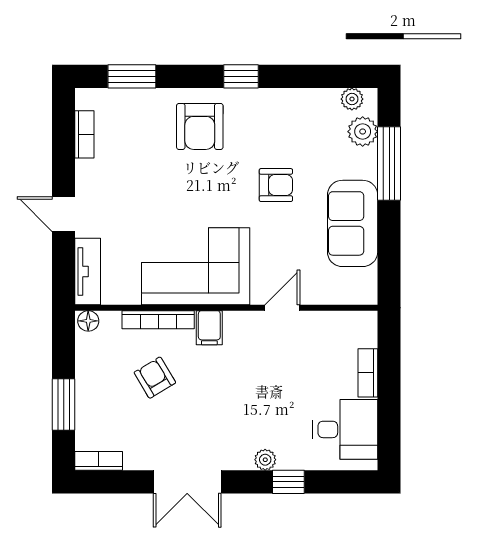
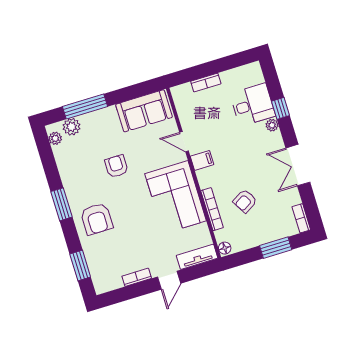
window: (241, 76) -> (62, 204), width x1.50
armchair: (200, 126) -> (97, 219), turned 90
bookcase: (84, 134) -> (137, 277), moved
sofa: (353, 223) -> (144, 111), moved
filing cabinet: (209, 328) -> (202, 160), moved
desk: (345, 429) -> (253, 105), moved, turned 90
double door: (187, 482) -> (298, 165), swing flipped

